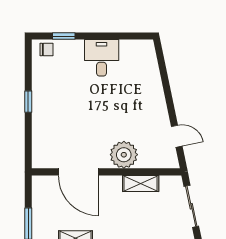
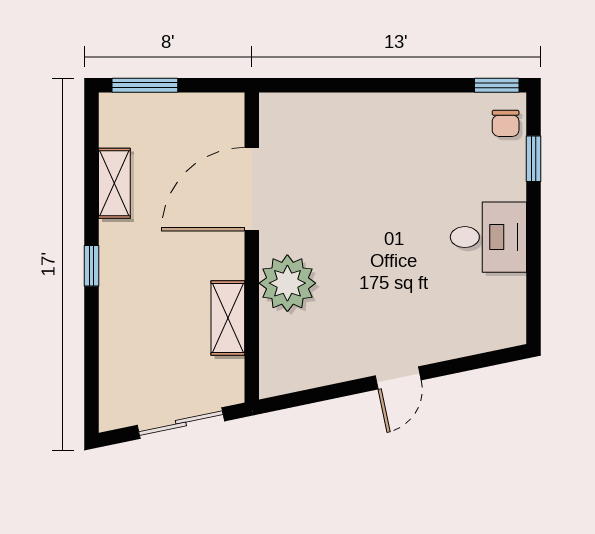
window: (28, 102) -> (497, 85), moved
door: (177, 136) -> (398, 378), moved

